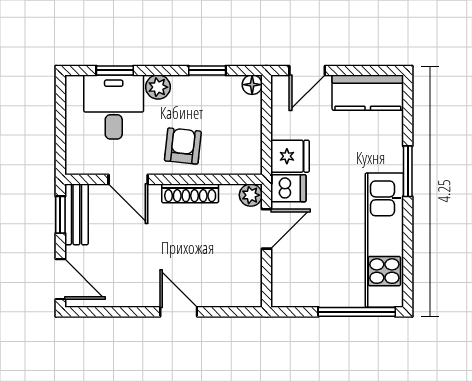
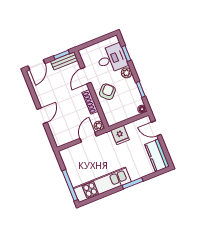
armchair: (183, 146) -> (107, 92), turned -53
dishwasher: (288, 188) -> (107, 139), removed
door: (266, 229) -> (88, 137), swing flipped

